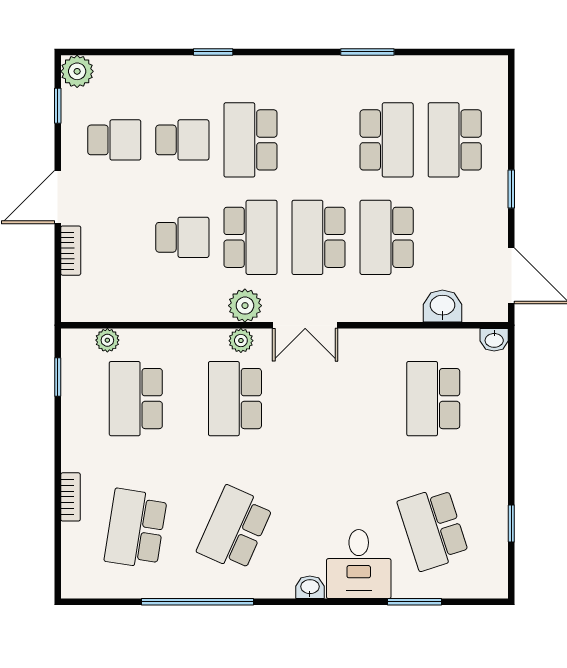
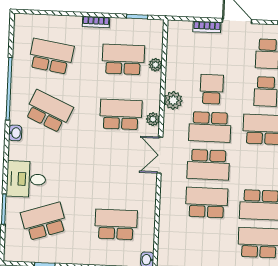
school desk: (182, 237) -> (212, 89), turned 180
school desk: (319, 237) -> (208, 165), turned 180
plant: (245, 306) -> (173, 100), moved
washbasin: (442, 306) -> (167, 232), removed
plant: (107, 340) -> (155, 65), moved
bookcase: (70, 497) -> (96, 22), moved
washbasin: (310, 587) -> (15, 133), moved

